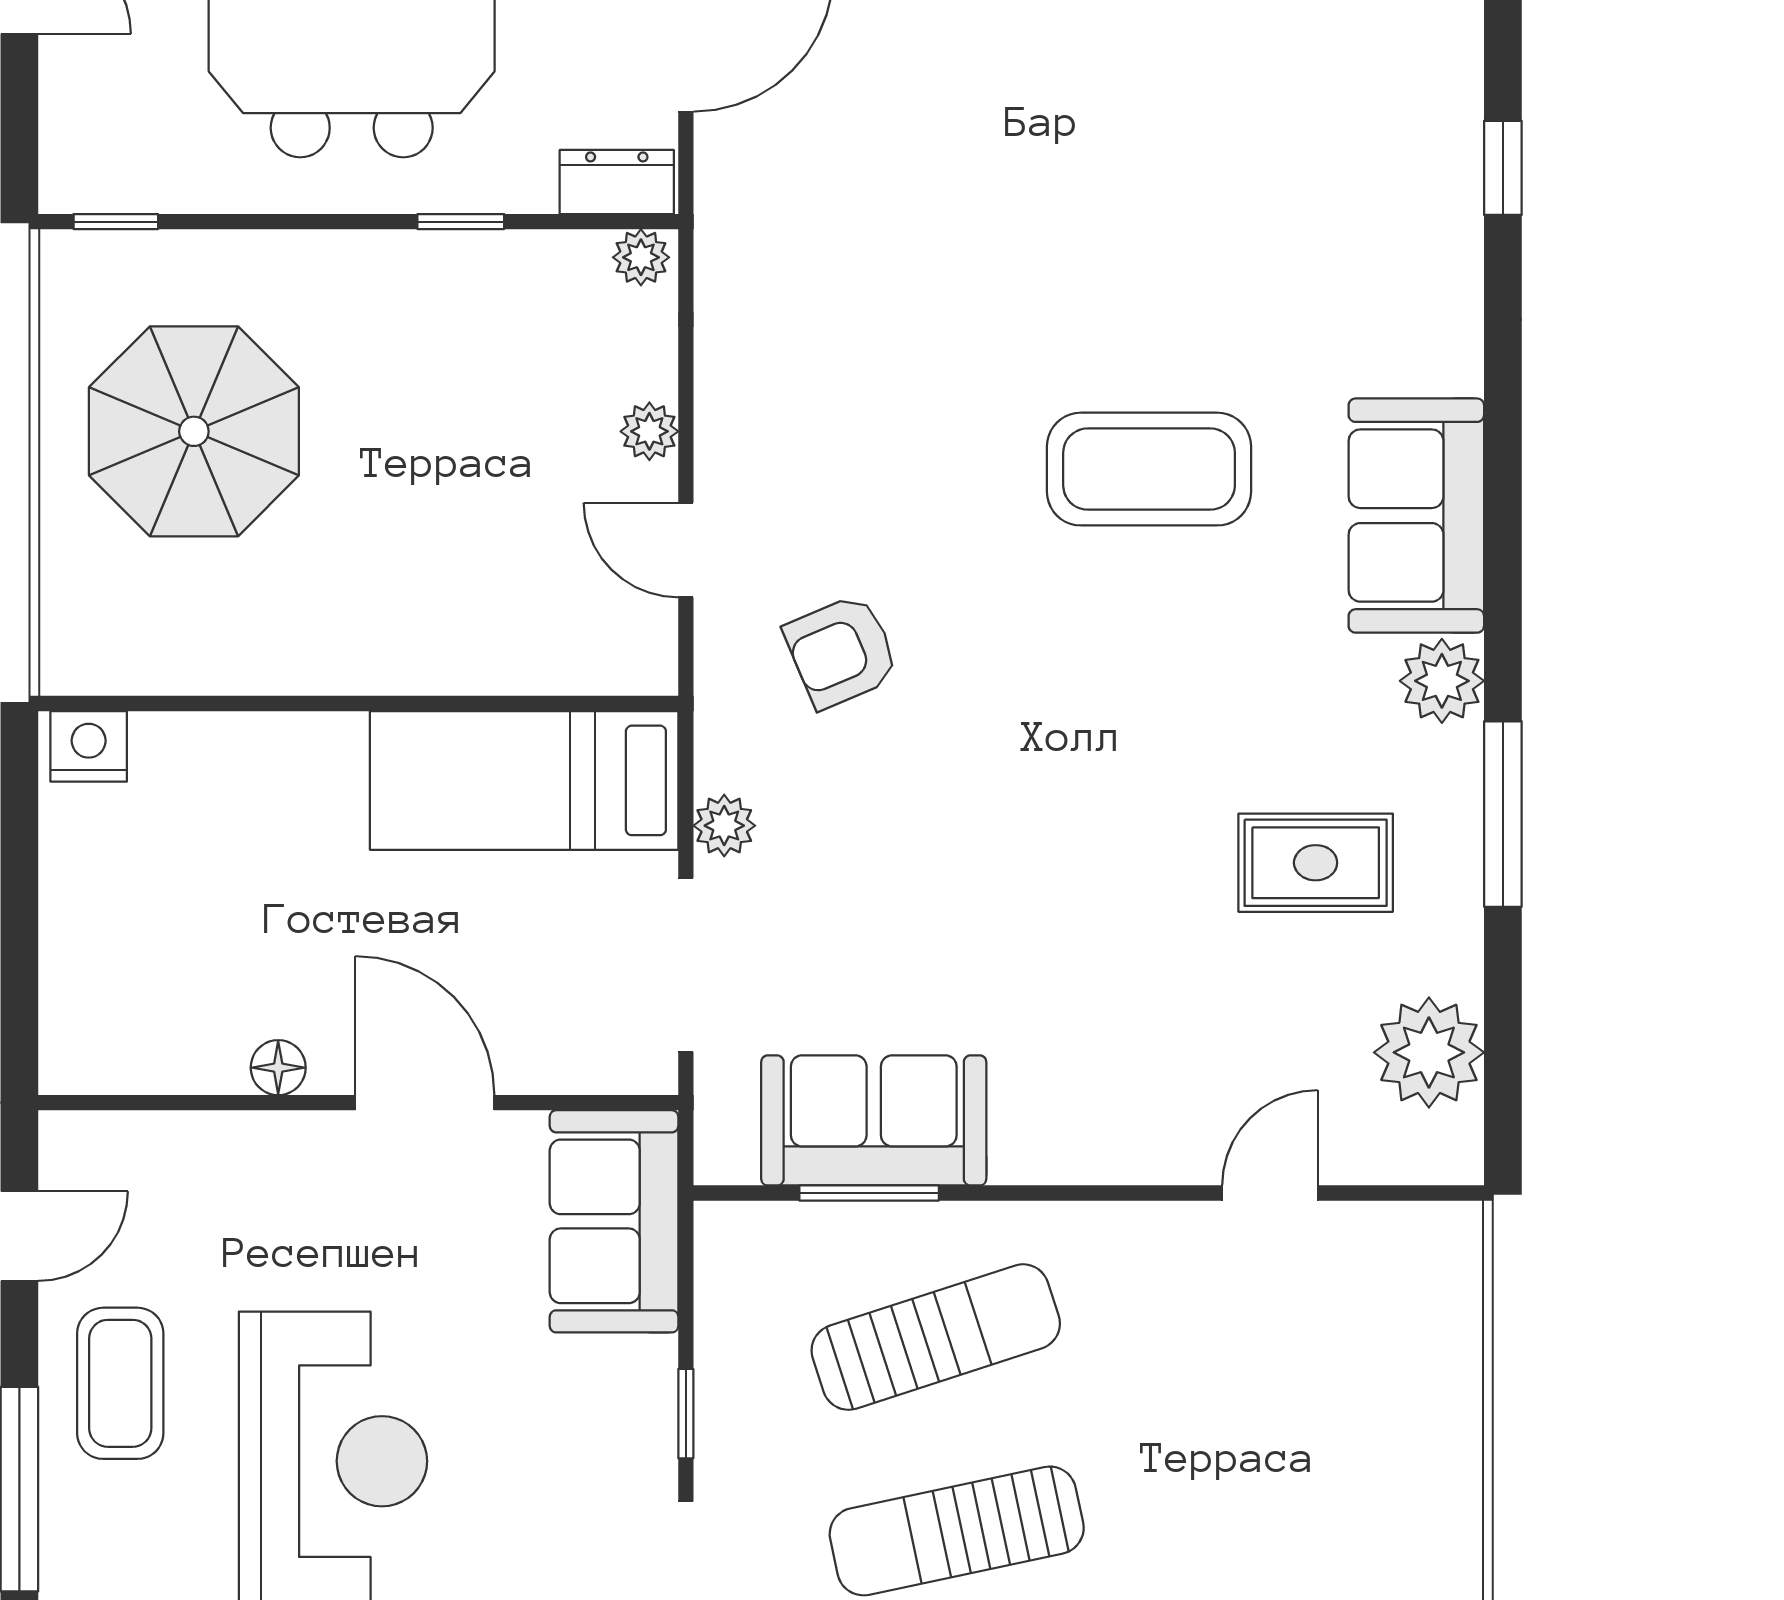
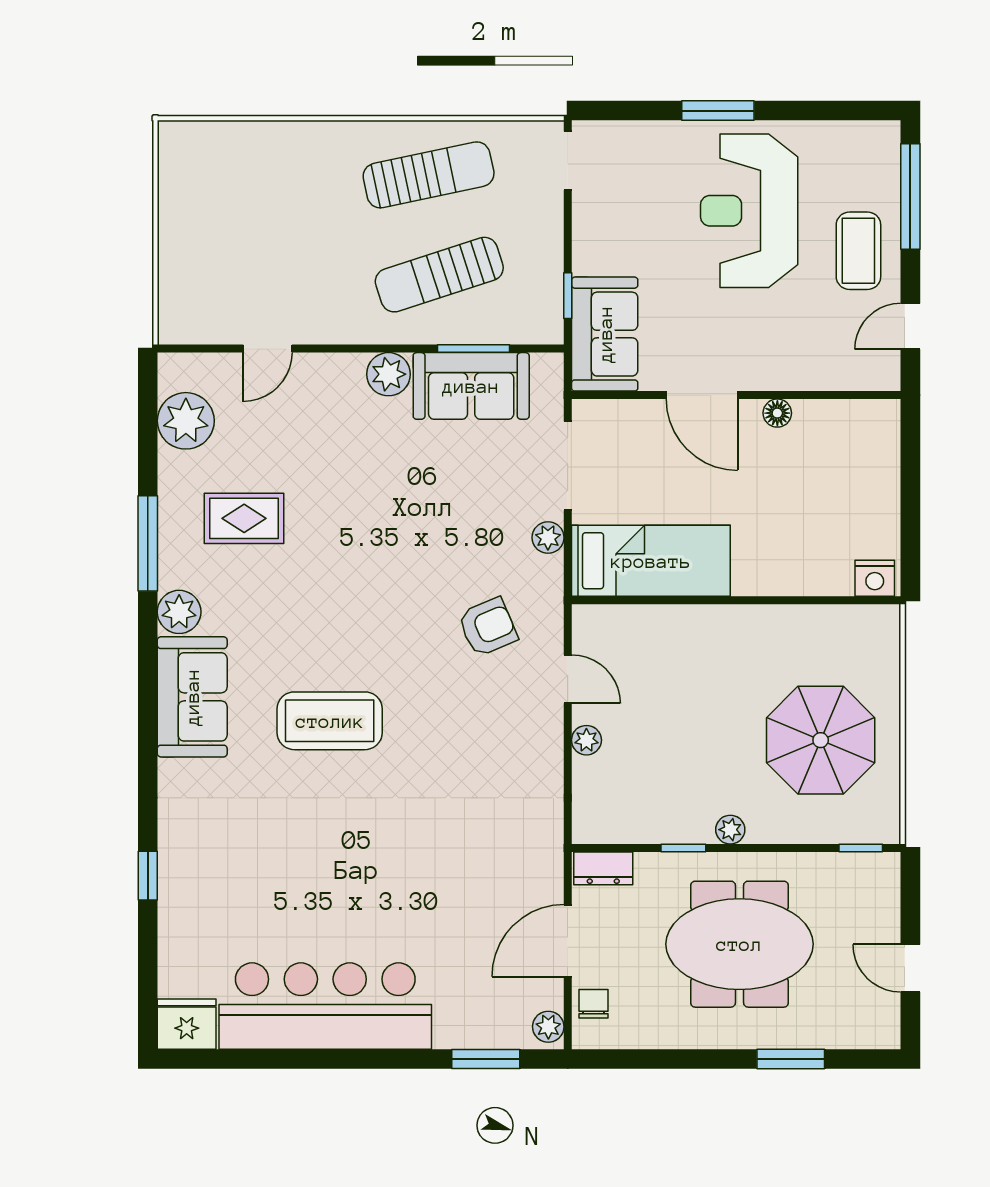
plant: (641, 257) -> (730, 830), moved
plant: (1035, 1143) -> (388, 374), added
window: (686, 1414) -> (568, 296), moved

